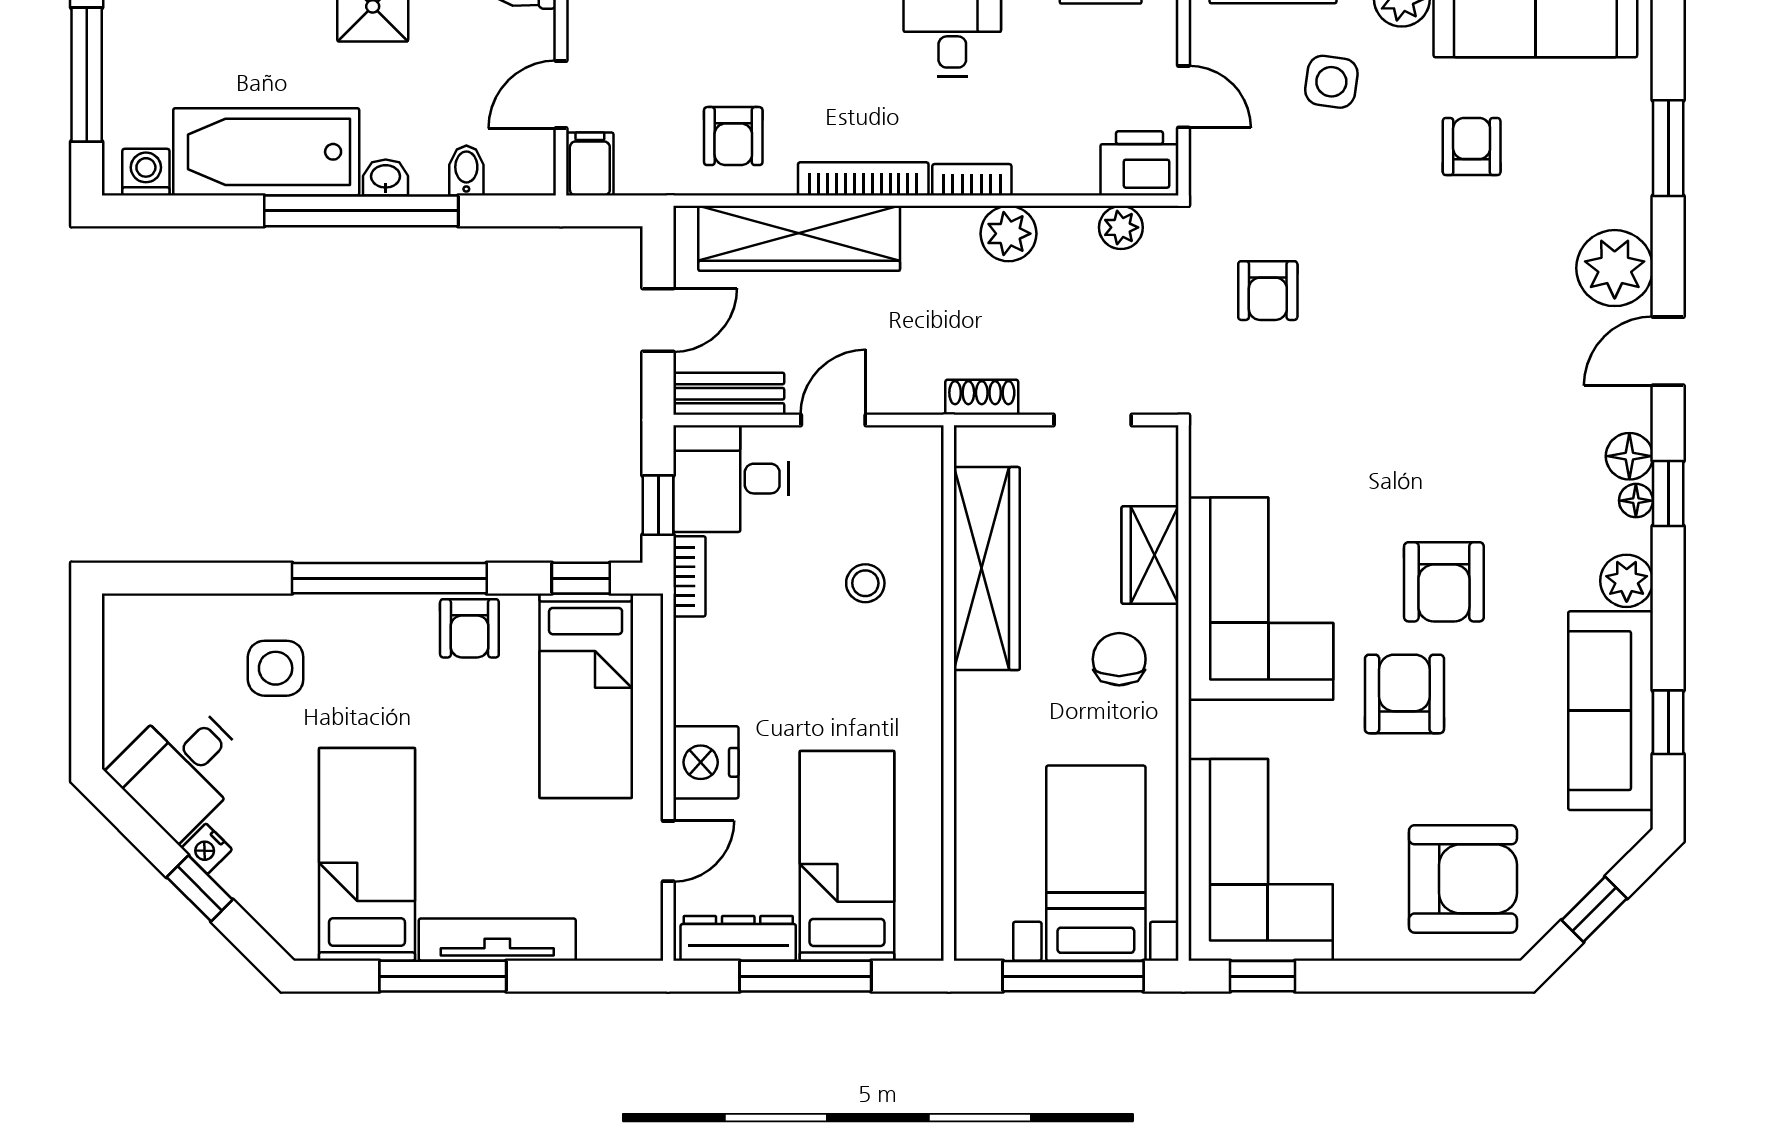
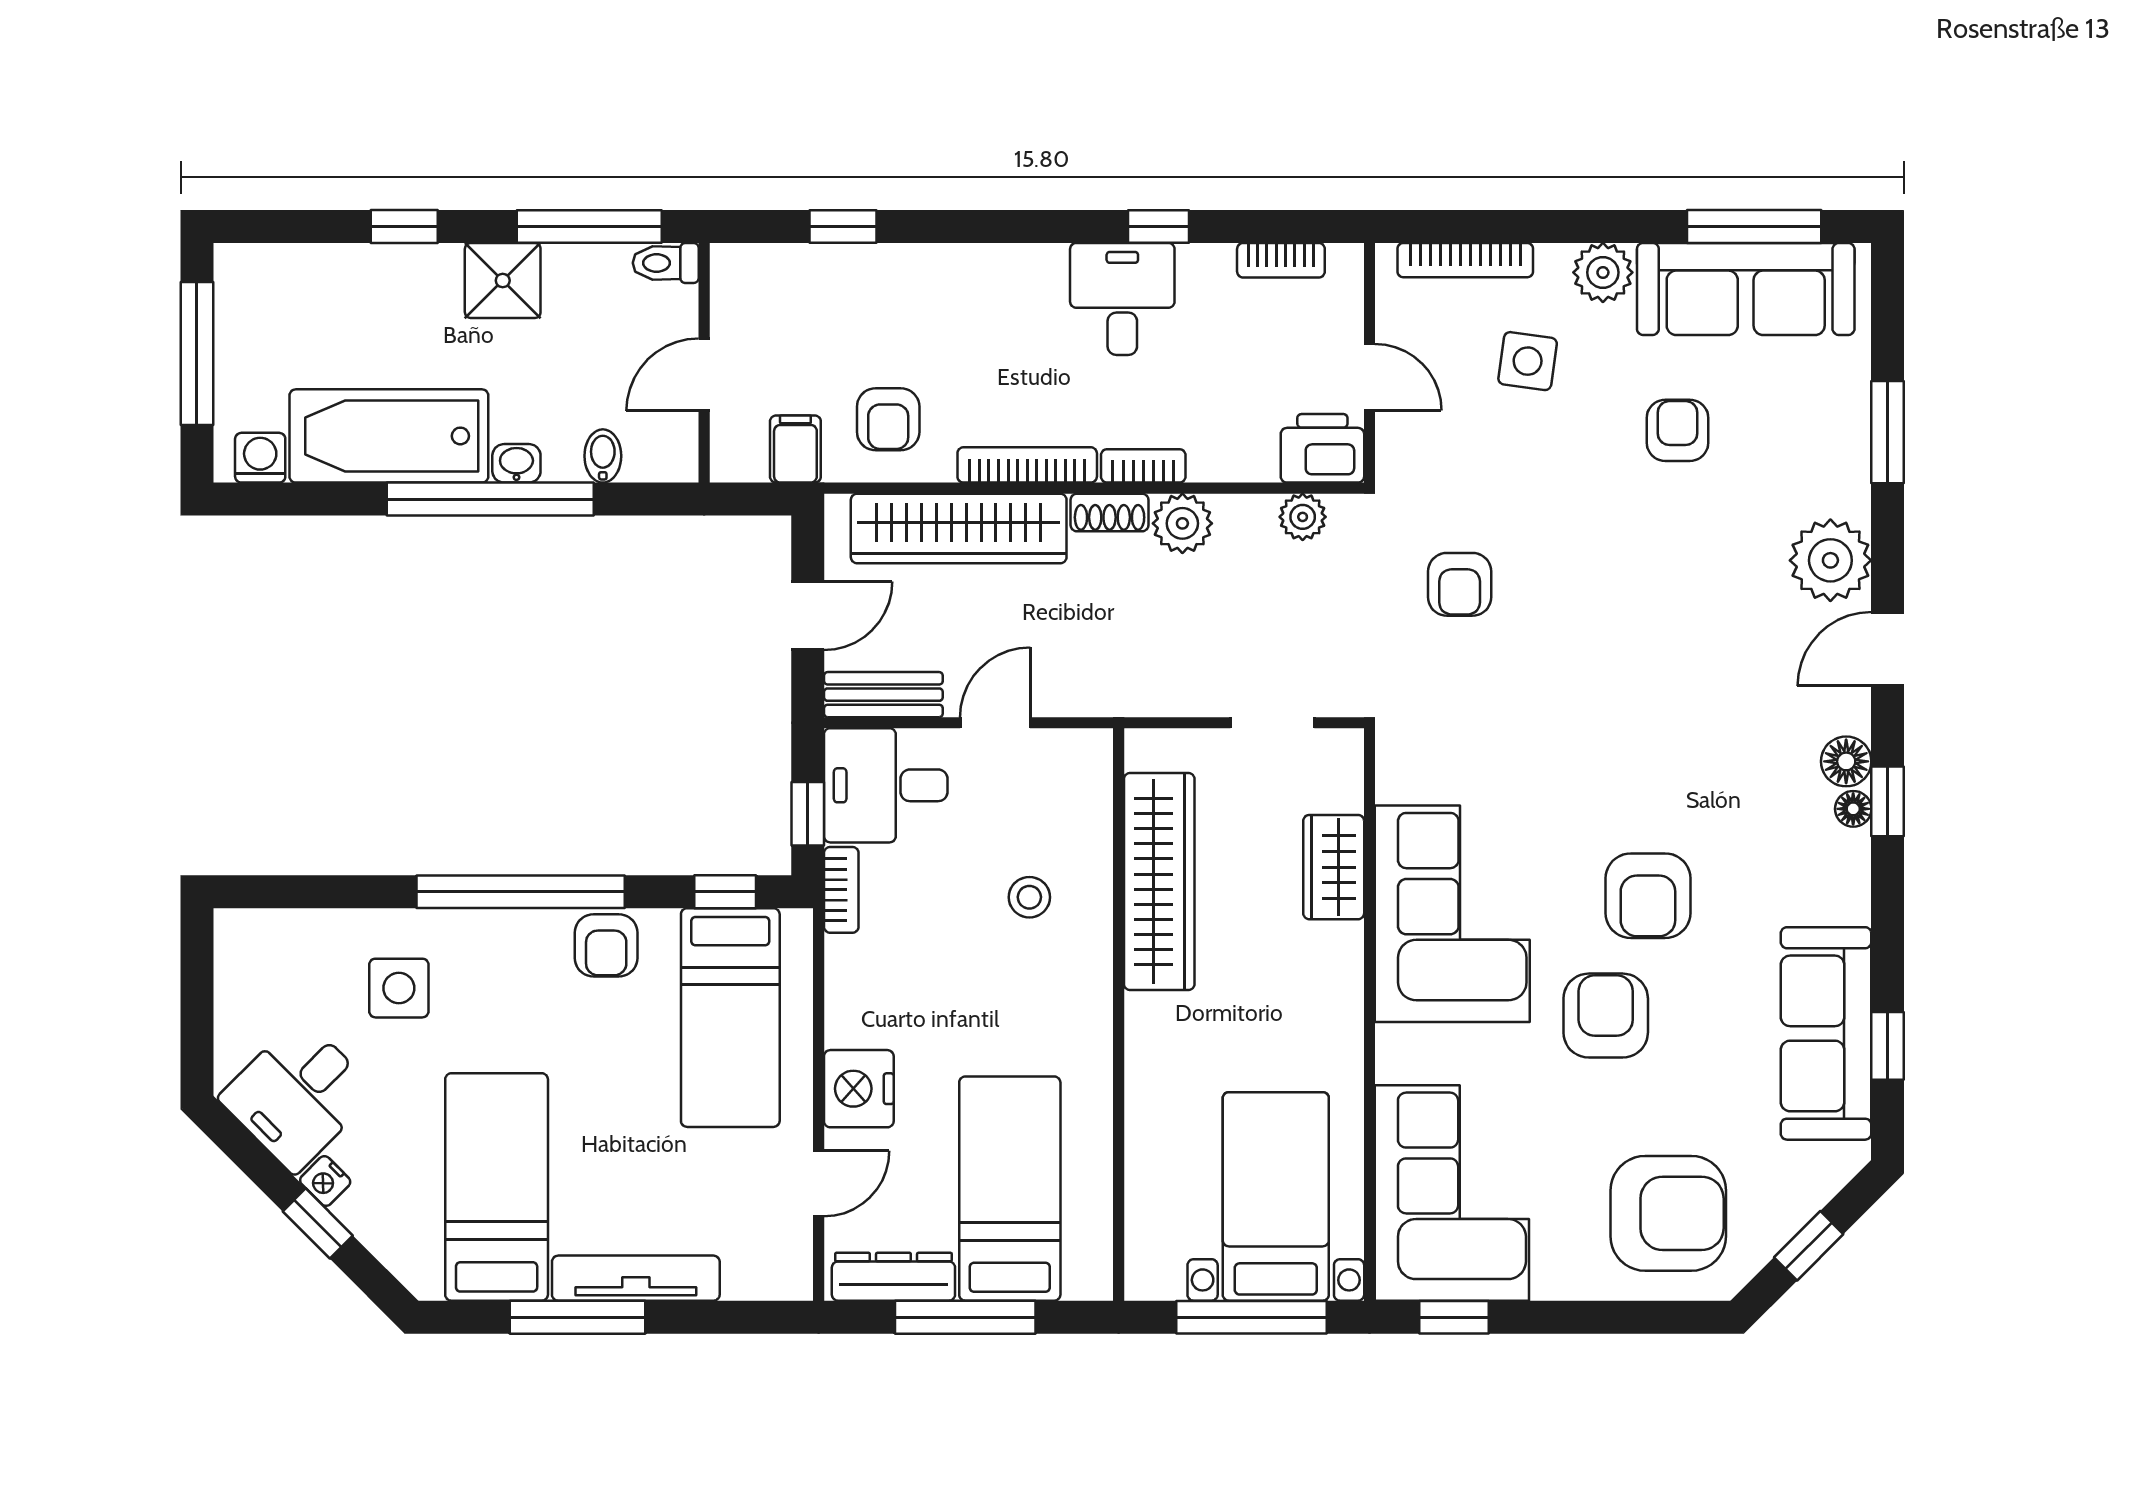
filing cabinet: (590, 164) -> (795, 449), moved
shoe rack: (982, 397) -> (1110, 512), moved, turned 180
plant: (1627, 581) -> (1843, 895), removed
chair: (1119, 659) -> (1301, 978), removed

